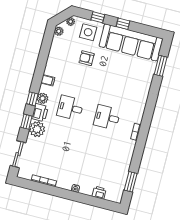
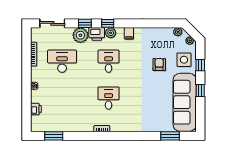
desk: (58, 154) -> (62, 61), added

